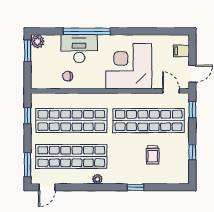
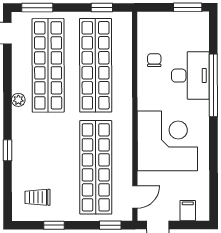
plant: (38, 41) -> (200, 21), removed
trolley: (153, 155) -> (38, 197), moved

